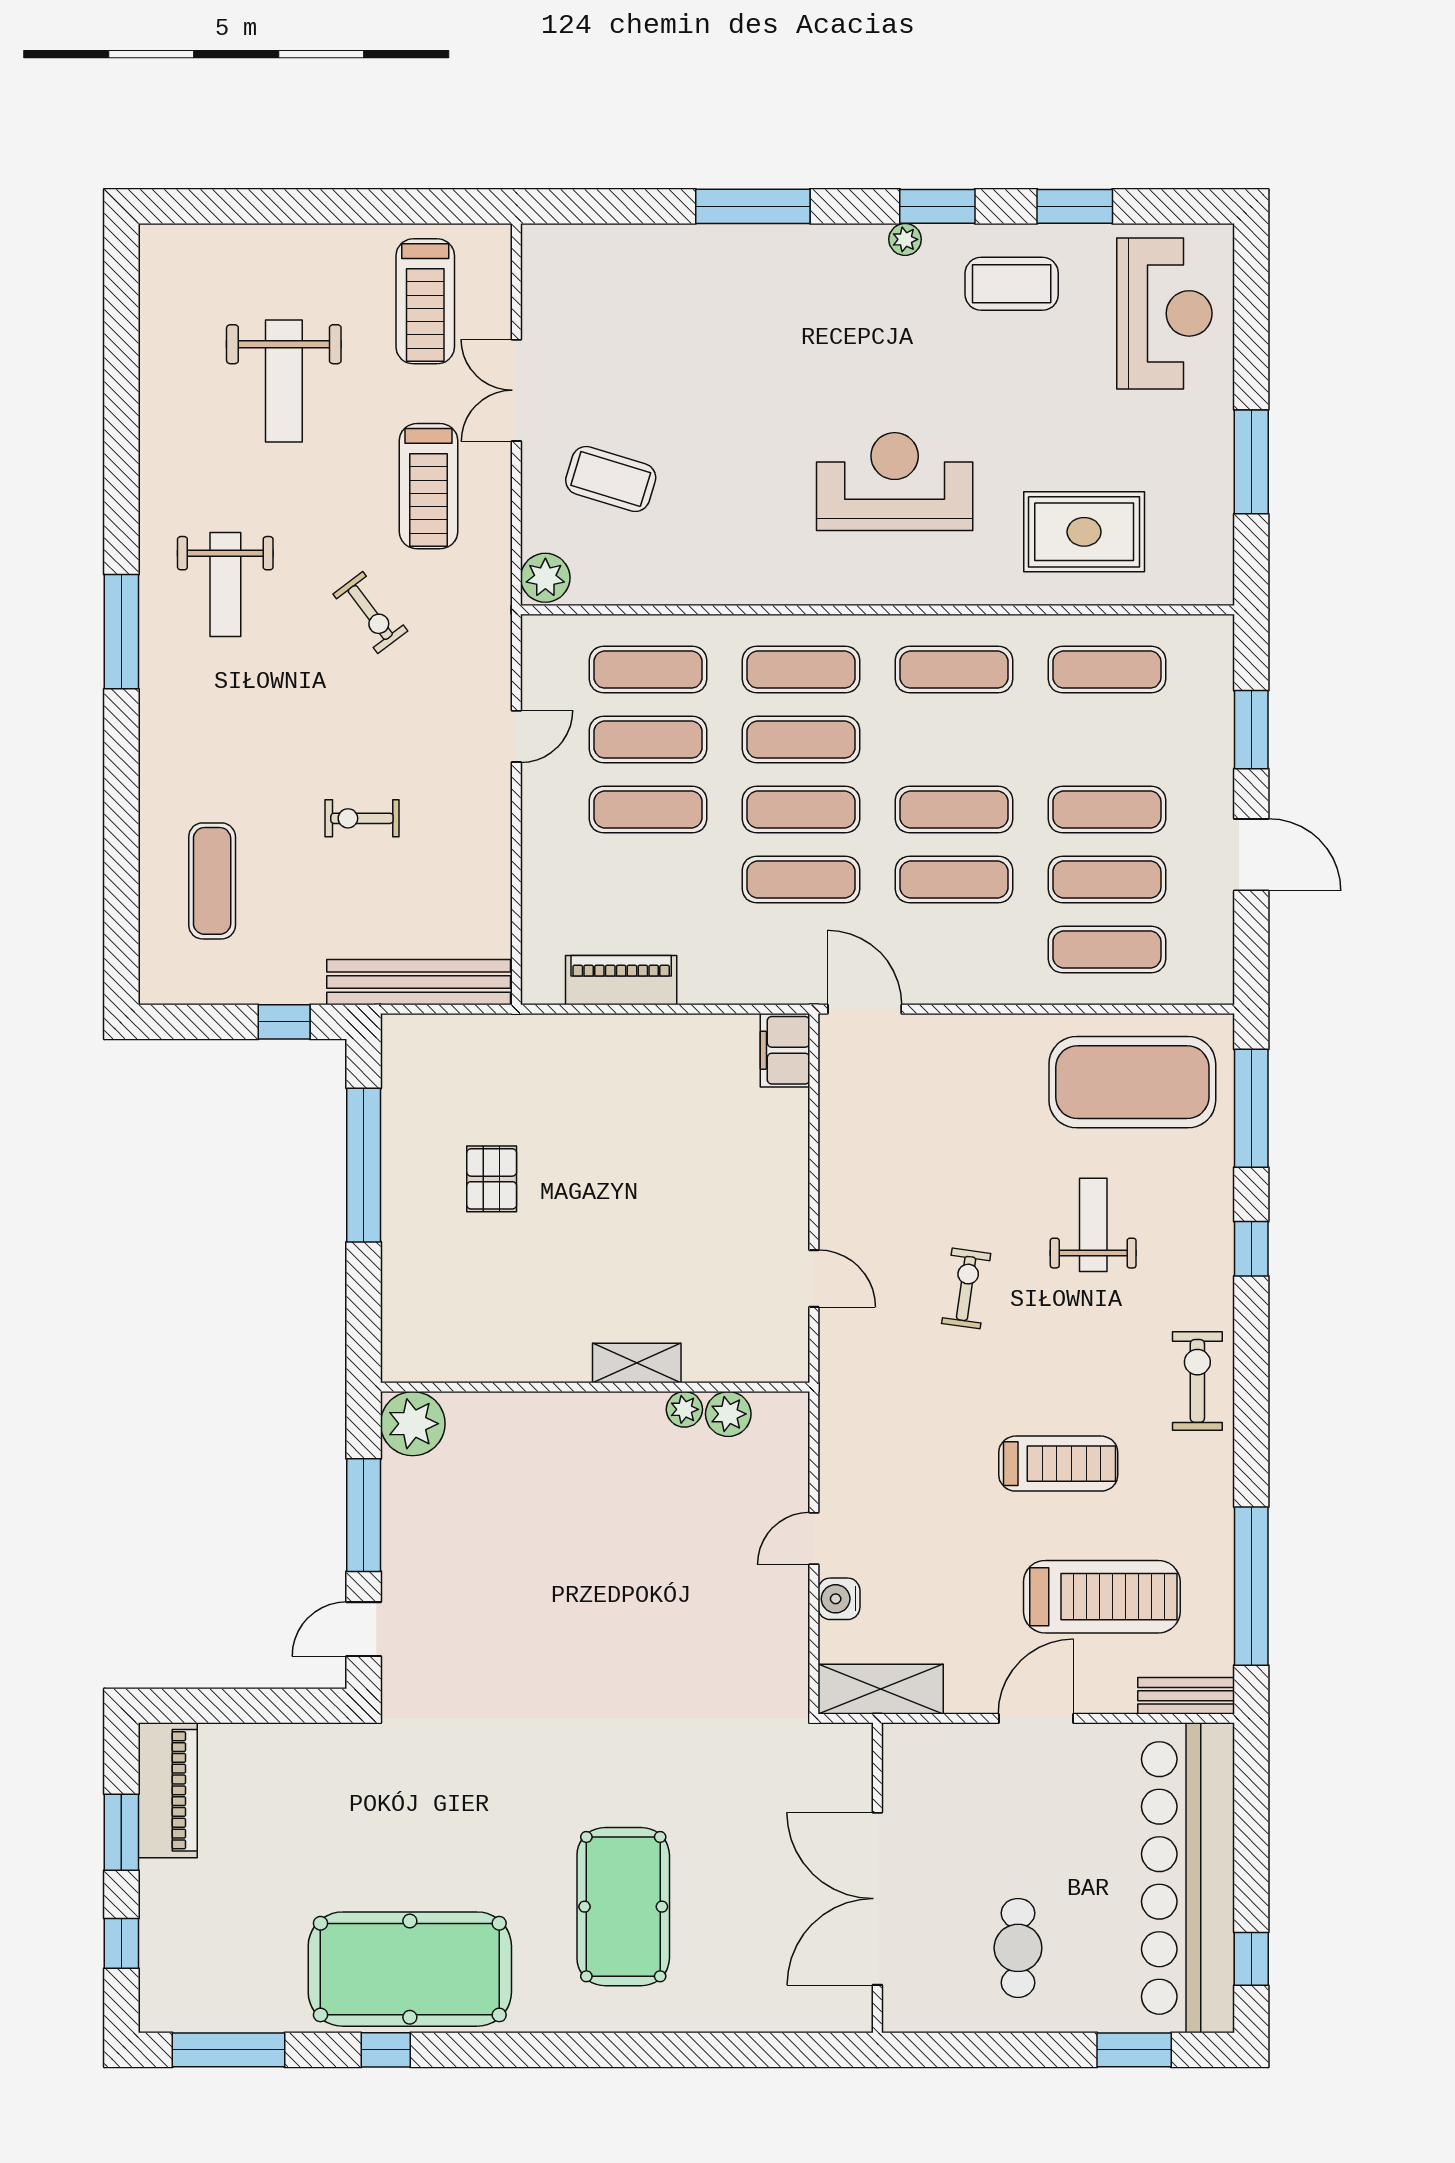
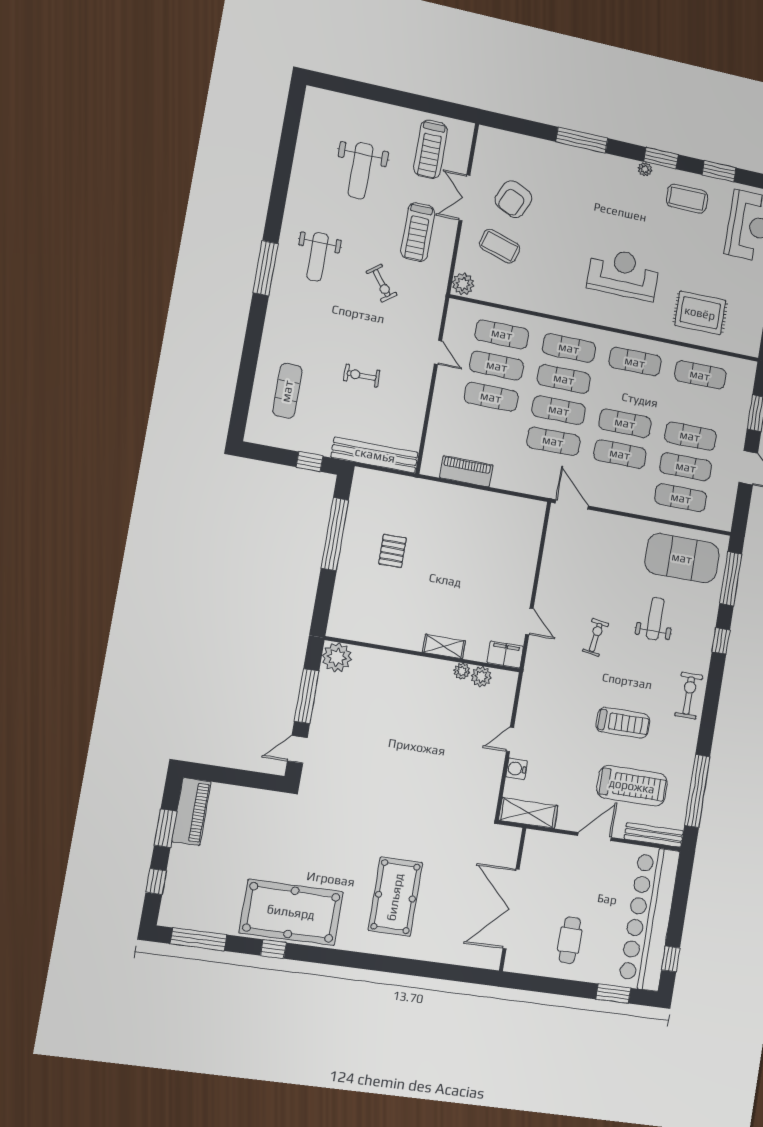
armchair: (624, 370) -> (513, 199), added
door: (516, 736) -> (438, 352), hinge flipped
filing cabinet: (785, 1050) -> (505, 655), moved, turned 90
bench: (1186, 1696) -> (654, 835), width x1.36

